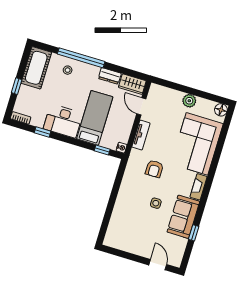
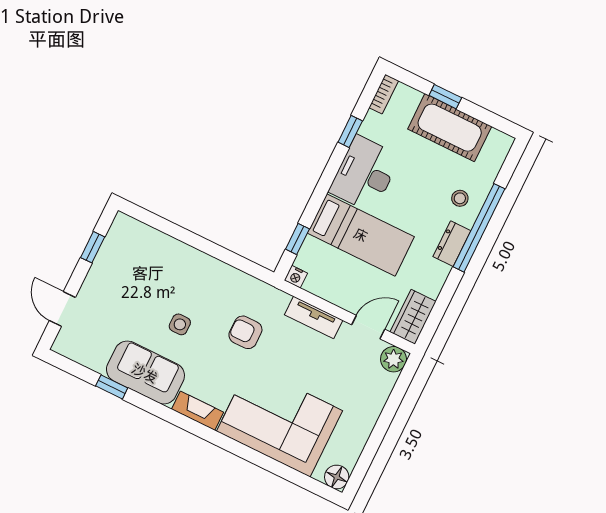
cot: (36, 68) -> (450, 128), moved
dresser: (110, 76) -> (452, 244), moved
plant: (189, 101) -> (393, 359), moved
window: (124, 254) -> (93, 247), added
door: (158, 265) -> (62, 309), swing flipped

